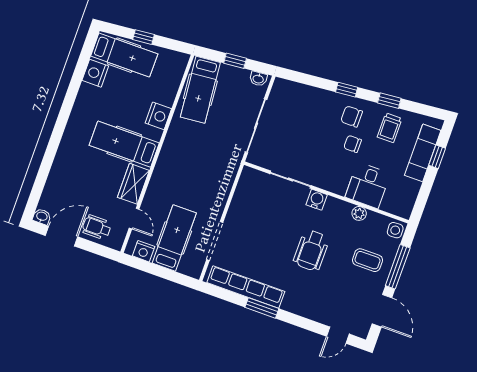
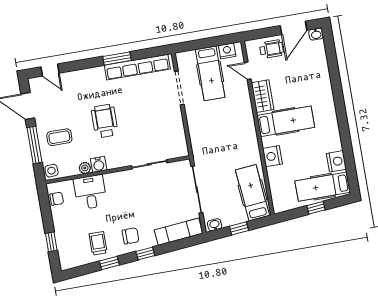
chair: (353, 144) -> (57, 199), moved
exam couch: (423, 153) -> (178, 232), moved, turned -95
water cooler: (317, 200) -> (99, 164), moved
door: (338, 335) -> (50, 70), swing flipped

